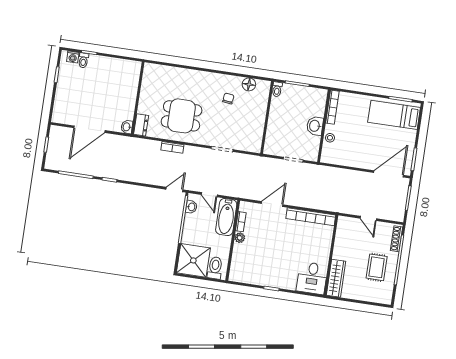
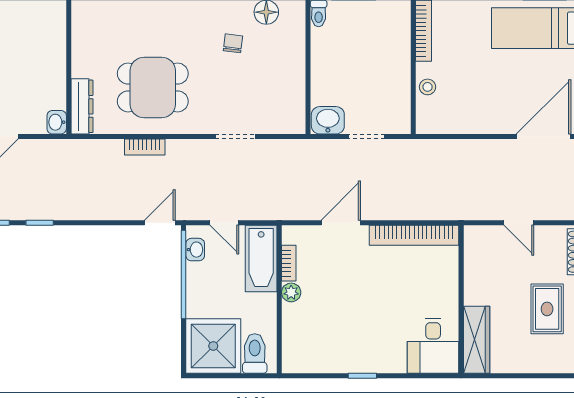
dresser: (141, 125) -> (82, 106), width x1.44
washbasin: (315, 126) -> (328, 120), moved, turned 90

